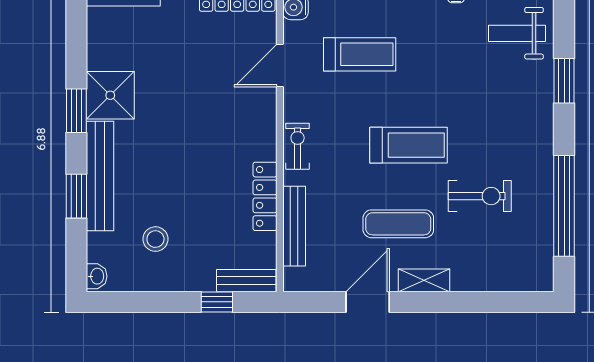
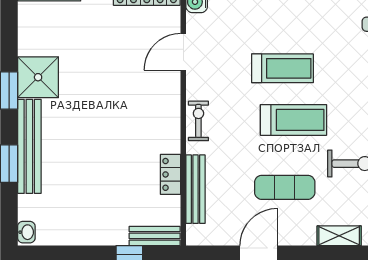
treadmill: (360, 54) -> (283, 68), moved
locker: (265, 196) -> (171, 174), width x0.66
stool: (155, 239) -> (77, 200), removed
shelving: (424, 280) -> (339, 236), moved

